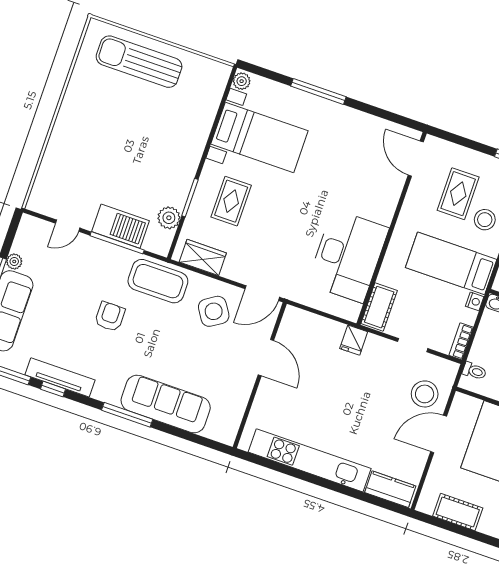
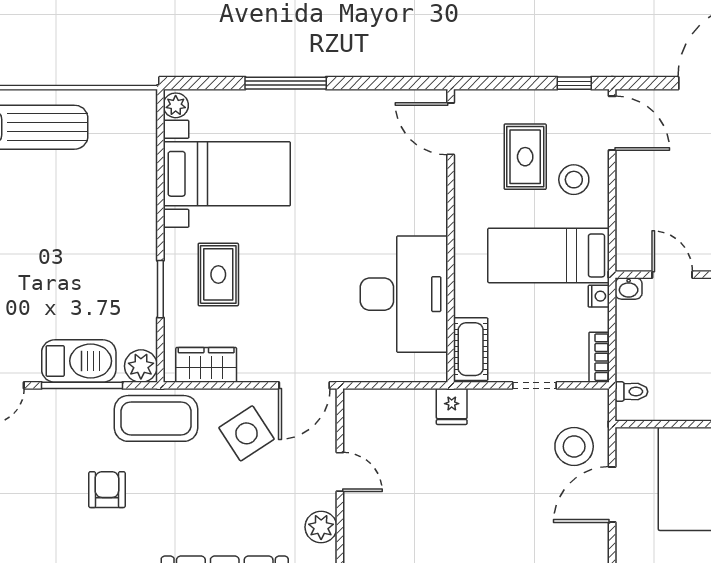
plant: (169, 218) -> (141, 366), moved
door: (266, 358) -> (340, 472), width x0.73
plant: (241, 389) -> (321, 527), added

